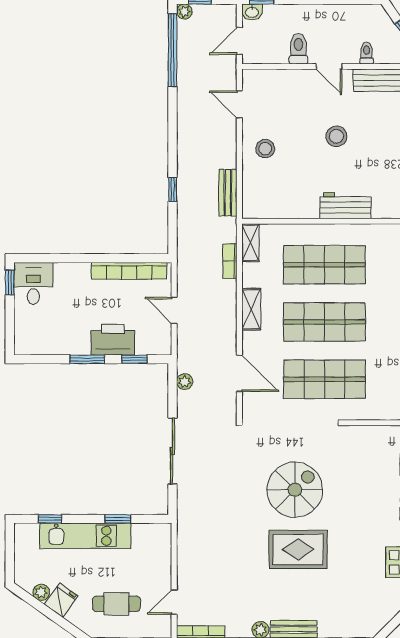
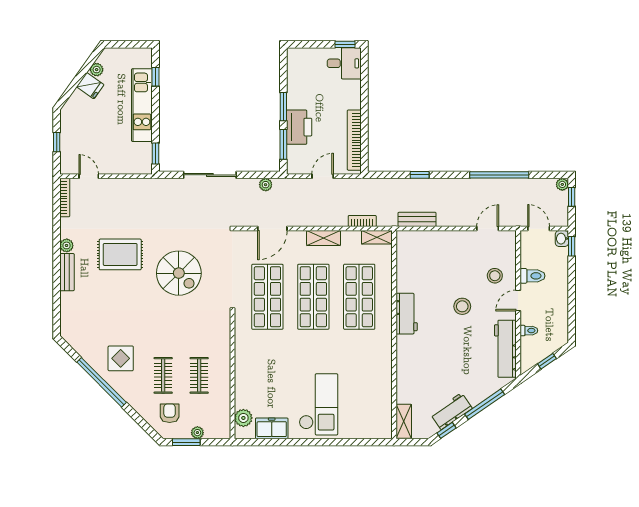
window: (173, 50) -> (499, 175), moved
stool: (265, 149) -> (495, 276), moved
window: (134, 359) -> (283, 144), width x1.50
window: (118, 519) -> (155, 154), moved
rug: (298, 549) -> (120, 254), moved, turned 90
cafe table: (116, 604) -> (87, 130), removed

